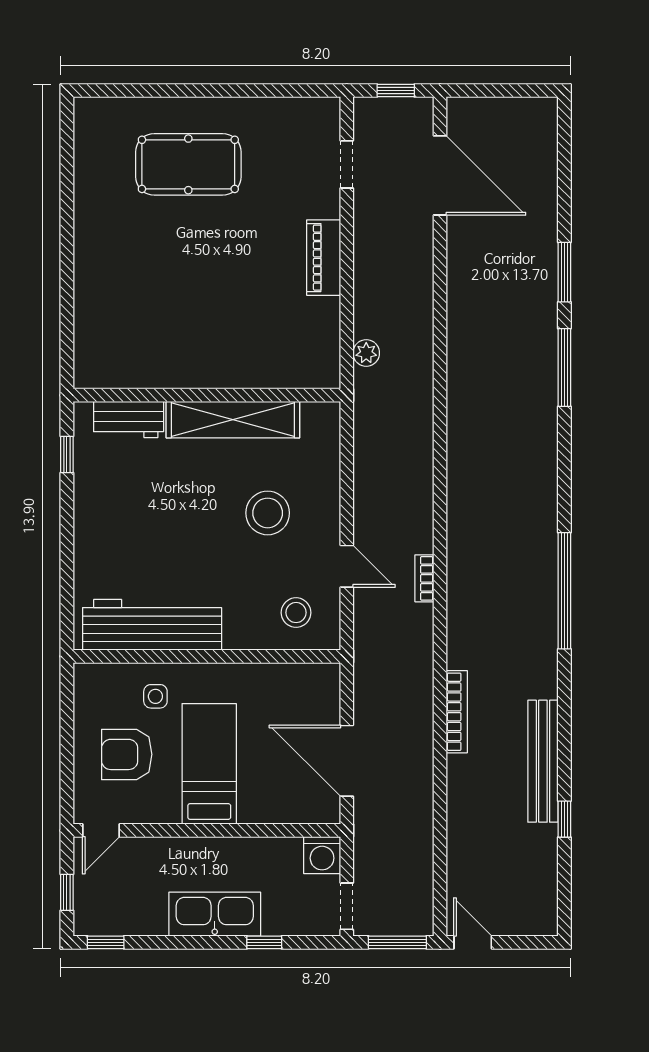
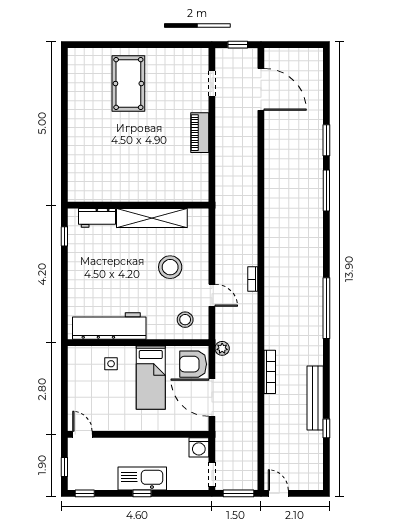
pool table: (188, 164) -> (128, 84), turned 90
plant: (366, 353) -> (222, 348), moved
bookcase: (424, 578) -> (253, 279), moved
armchair: (127, 754) -> (193, 364), moved
bed: (209, 764) -> (151, 378), moved, turned 180
door: (101, 830) -> (82, 434), swing flipped
window: (264, 942) -> (142, 493), moved

